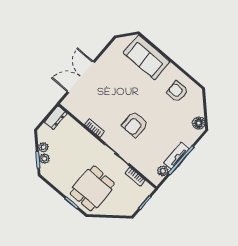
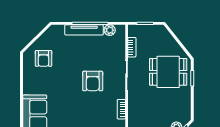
armchair: (177, 92) -> (43, 58), moved
floor lamp: (199, 123) -> (51, 34), removed
armchair: (135, 124) -> (93, 81), turned 90
tv unit: (176, 156) -> (84, 30), width x1.41

